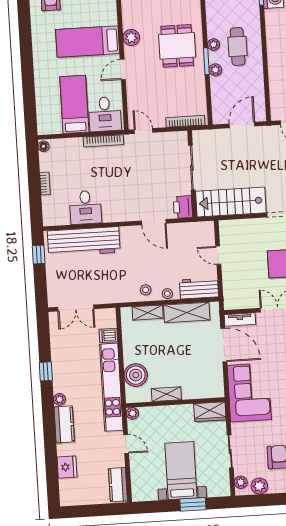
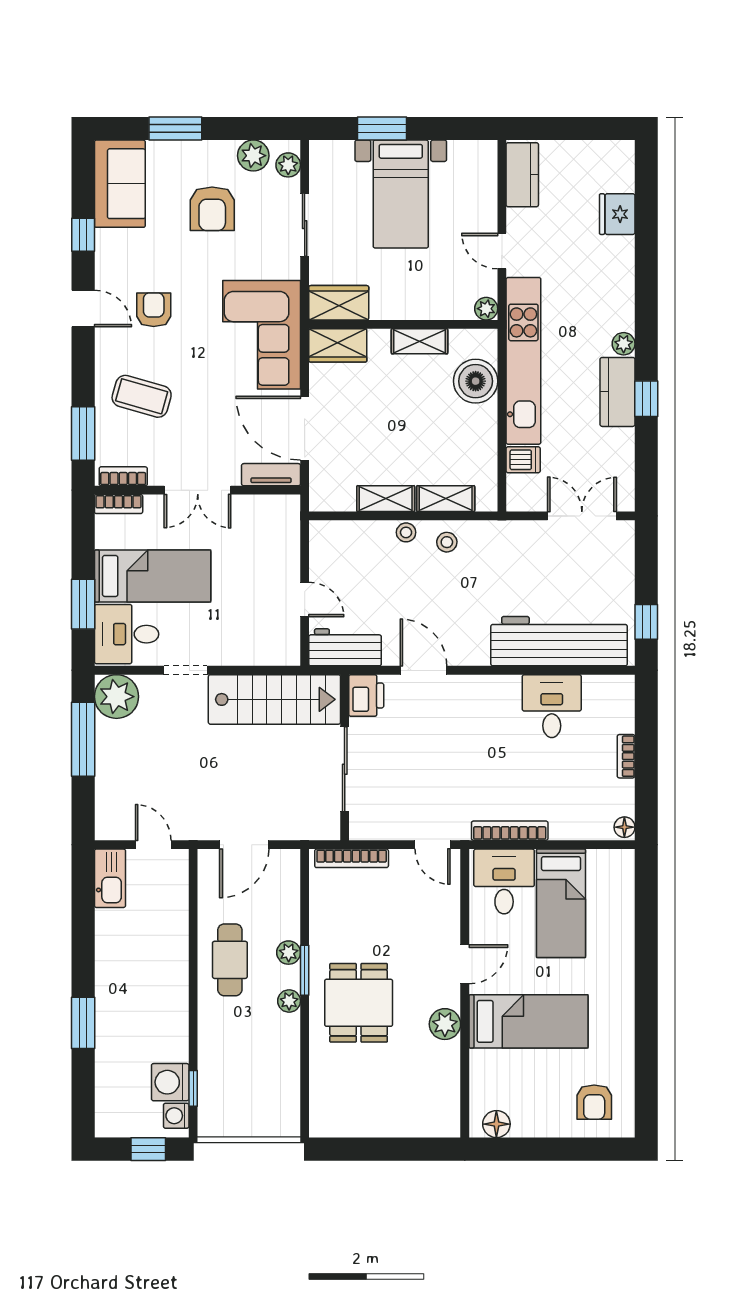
cafe table: (238, 46) -> (230, 960), moved
workbench: (199, 288) -> (345, 647), moved, turned 180
shelving: (187, 312) -> (386, 499), width x0.67, depth x0.75
wardrobe: (209, 389) -> (338, 345), added
kitchen counter: (64, 424) -> (618, 392), moved

